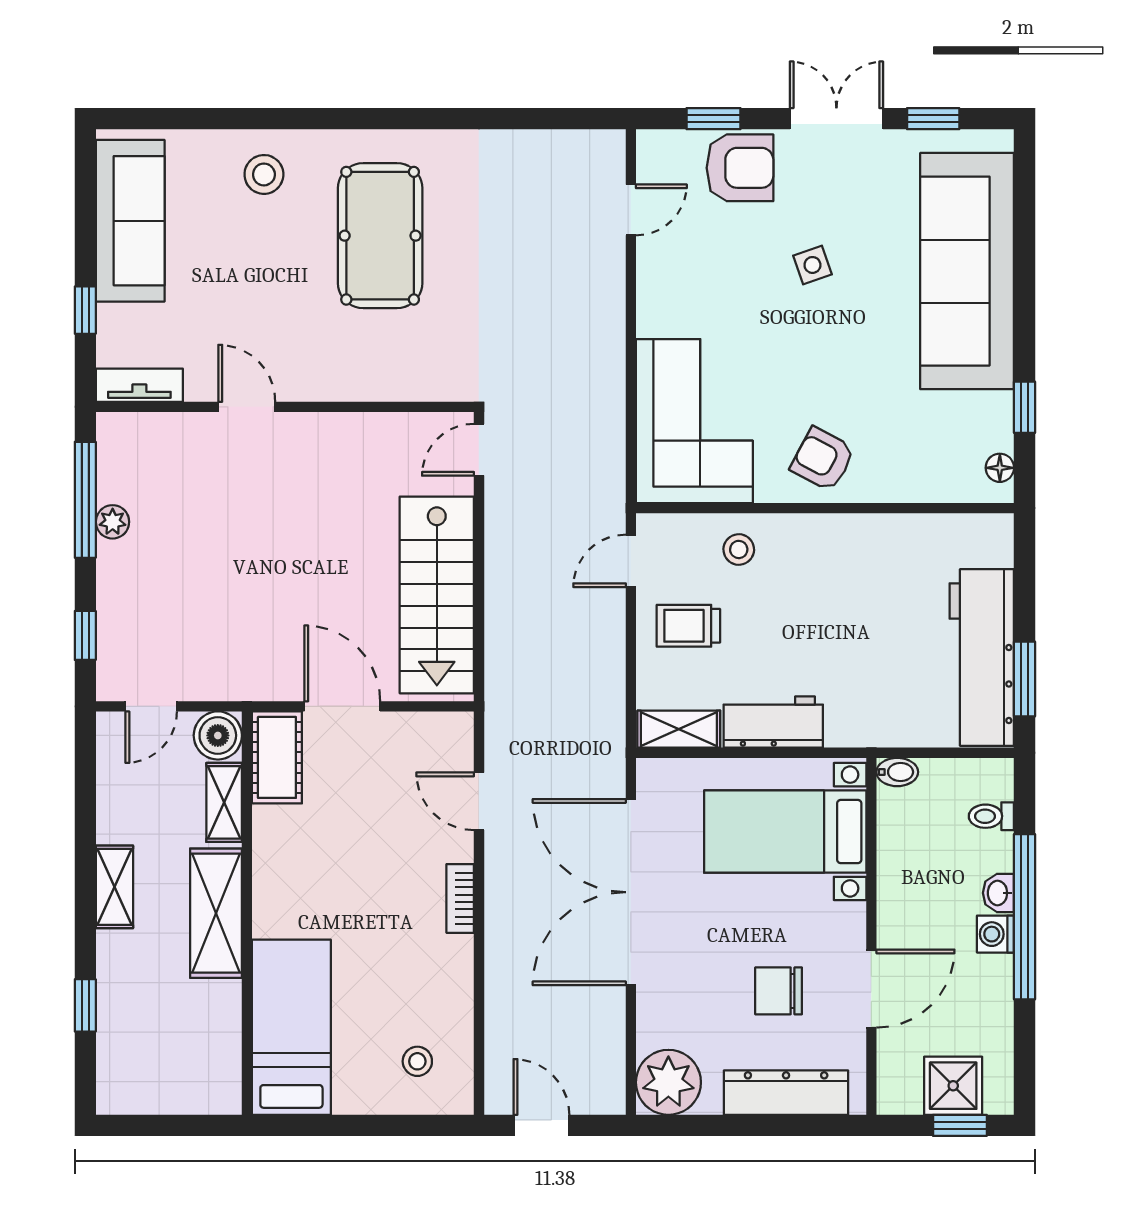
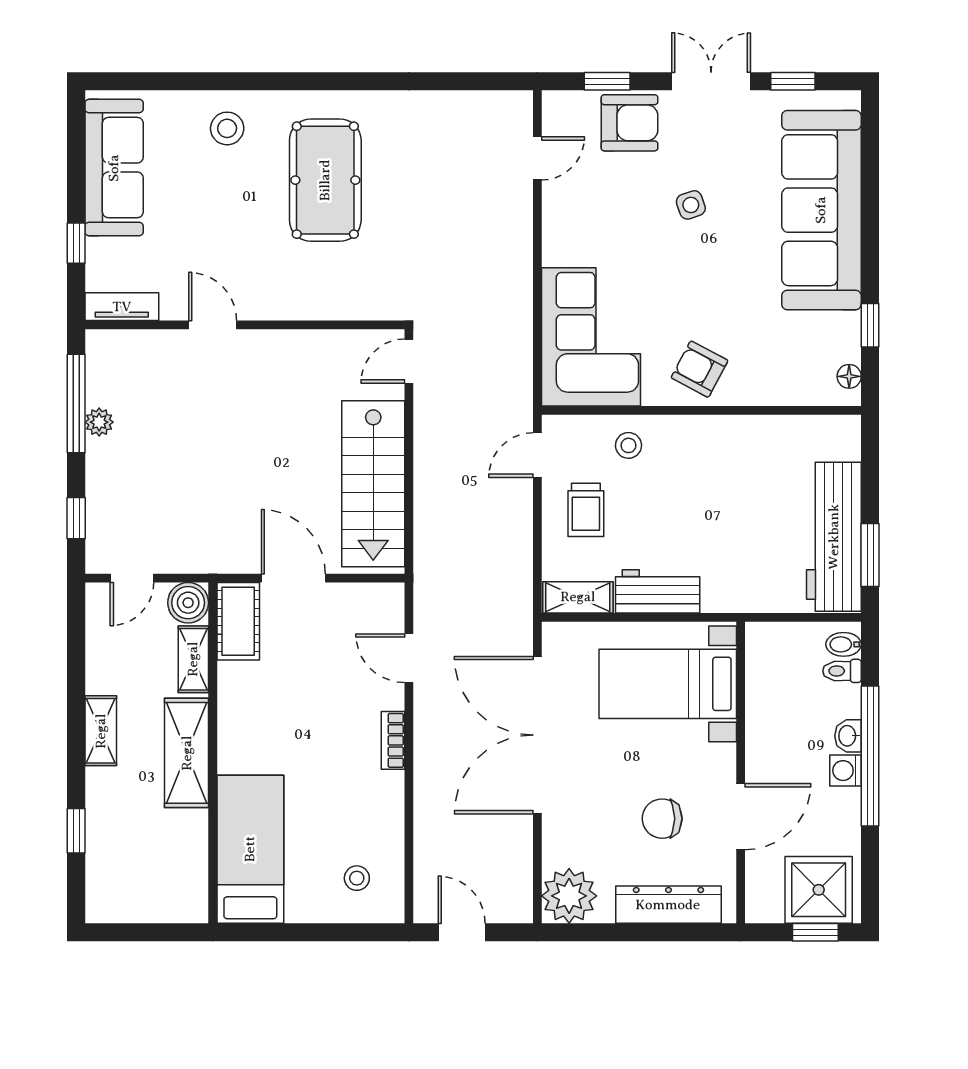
trolley: (688, 626) -> (586, 510), turned -90
bidet: (897, 772) -> (844, 644), moved, turned 180
shower: (953, 1086) -> (819, 890), width x1.36, depth x1.36

